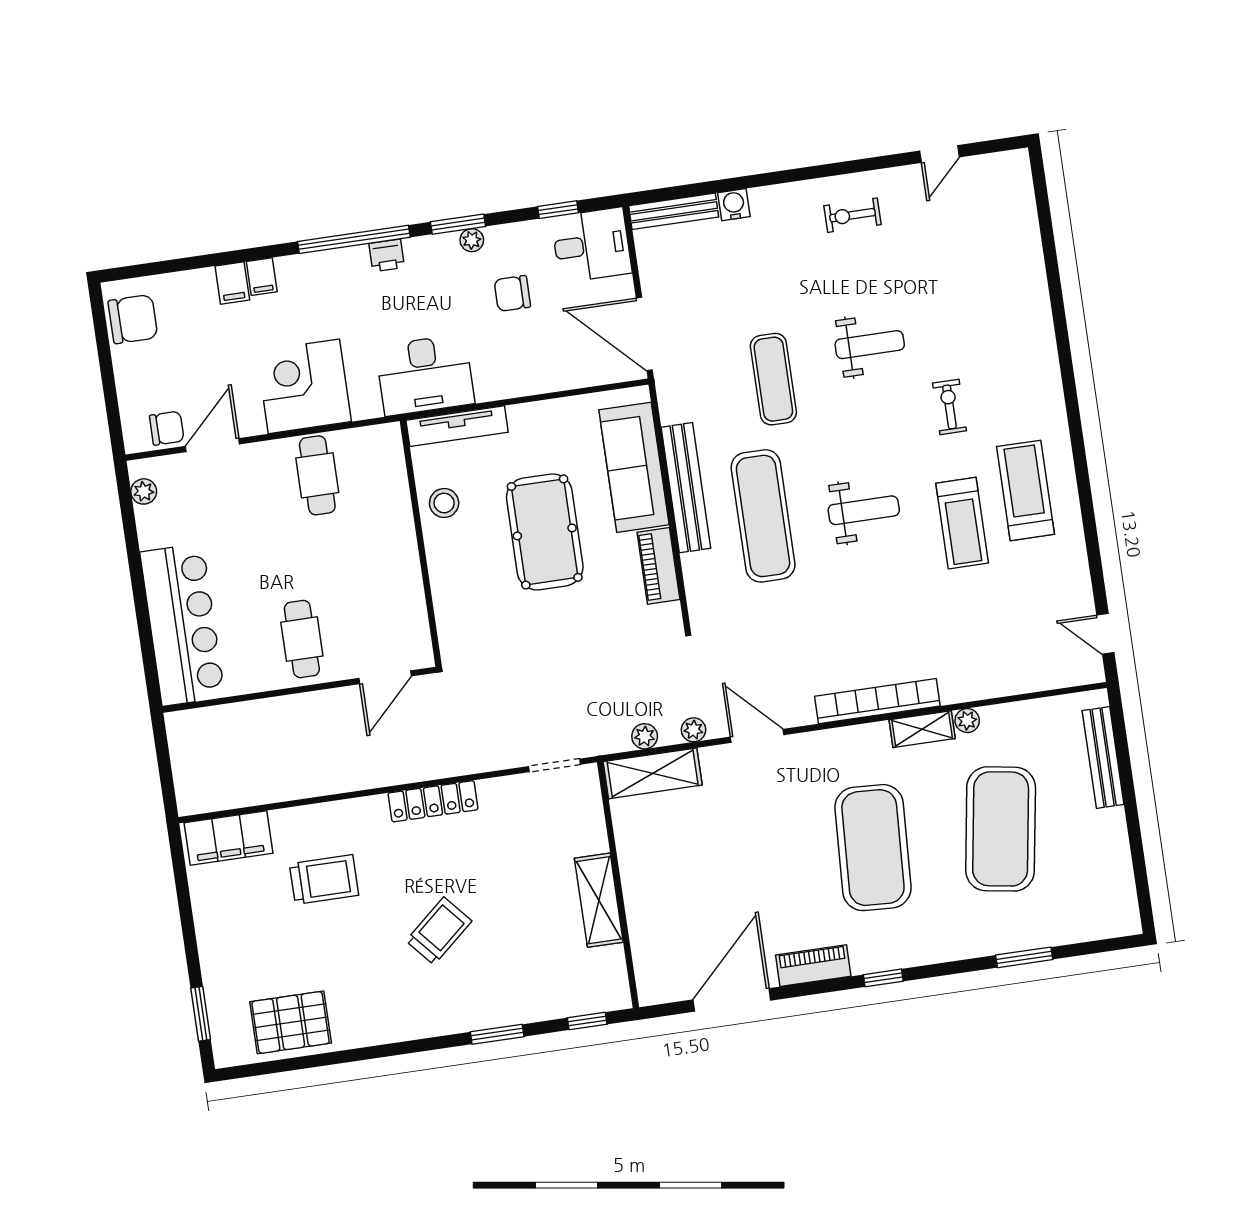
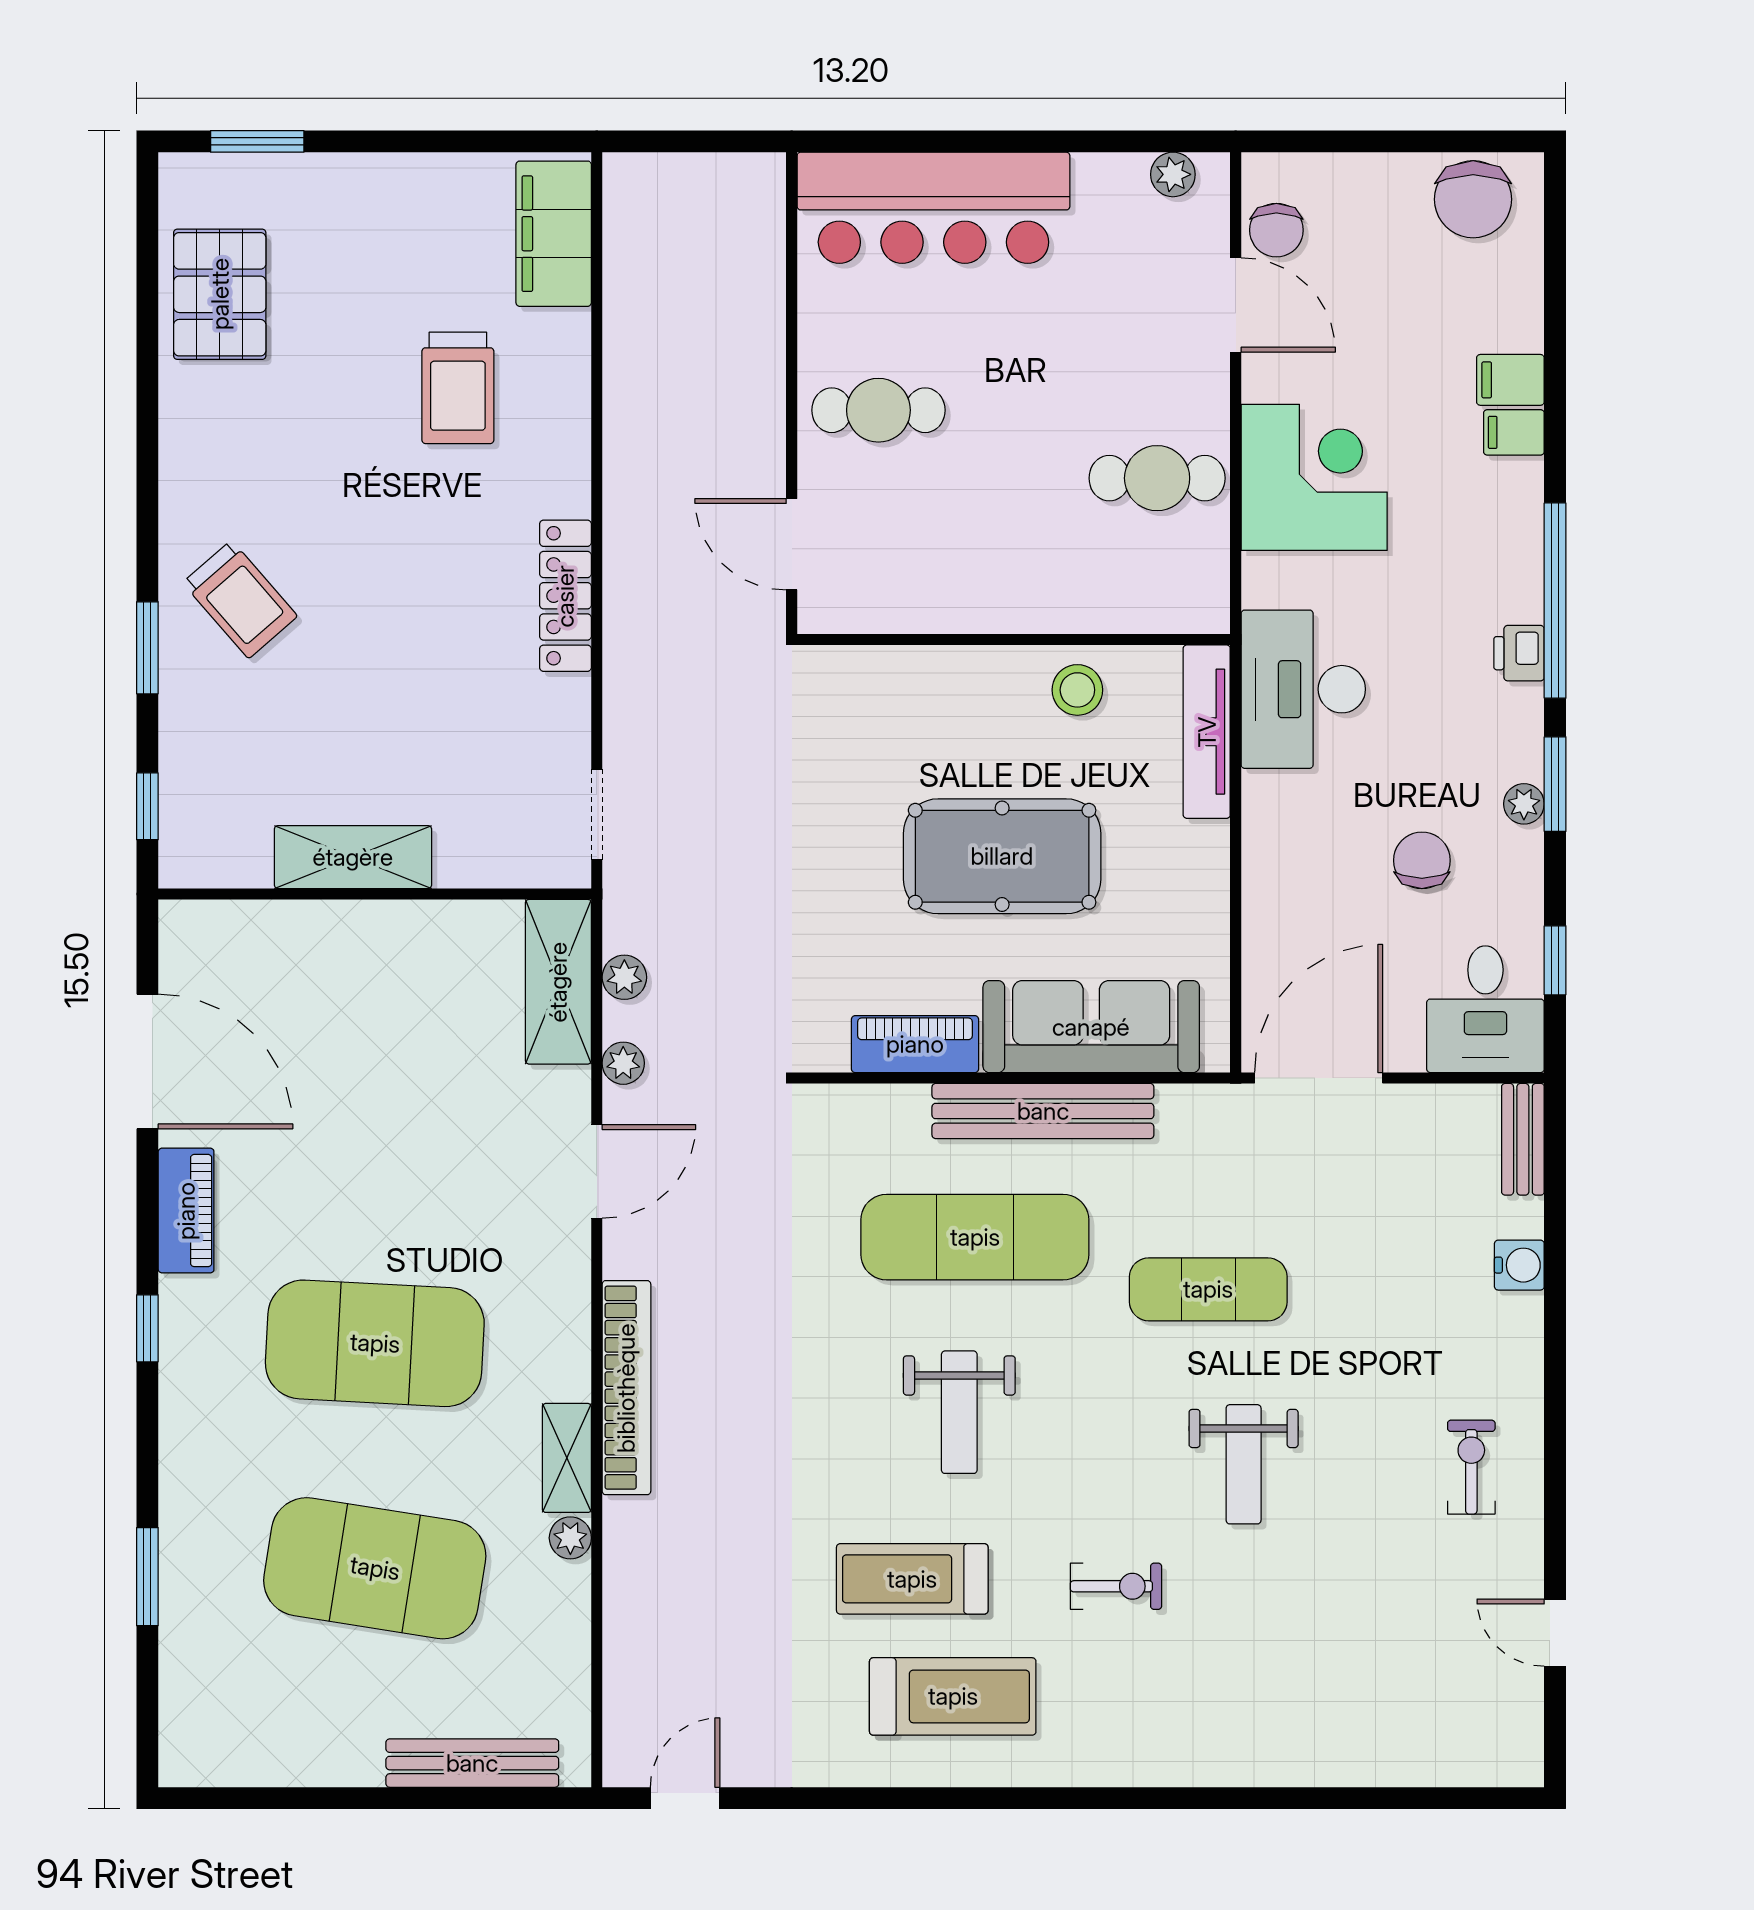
bench: (674, 211) -> (1523, 1139), width x0.73
trolley: (439, 931) -> (240, 599), moved

